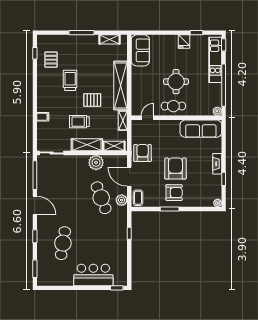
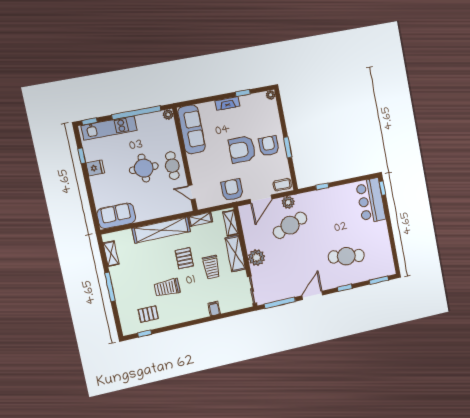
armchair: (143, 153) -> (232, 190), turned 90
plant: (96, 163) -> (256, 258), moved
bar counter: (93, 275) -> (371, 201), moved

